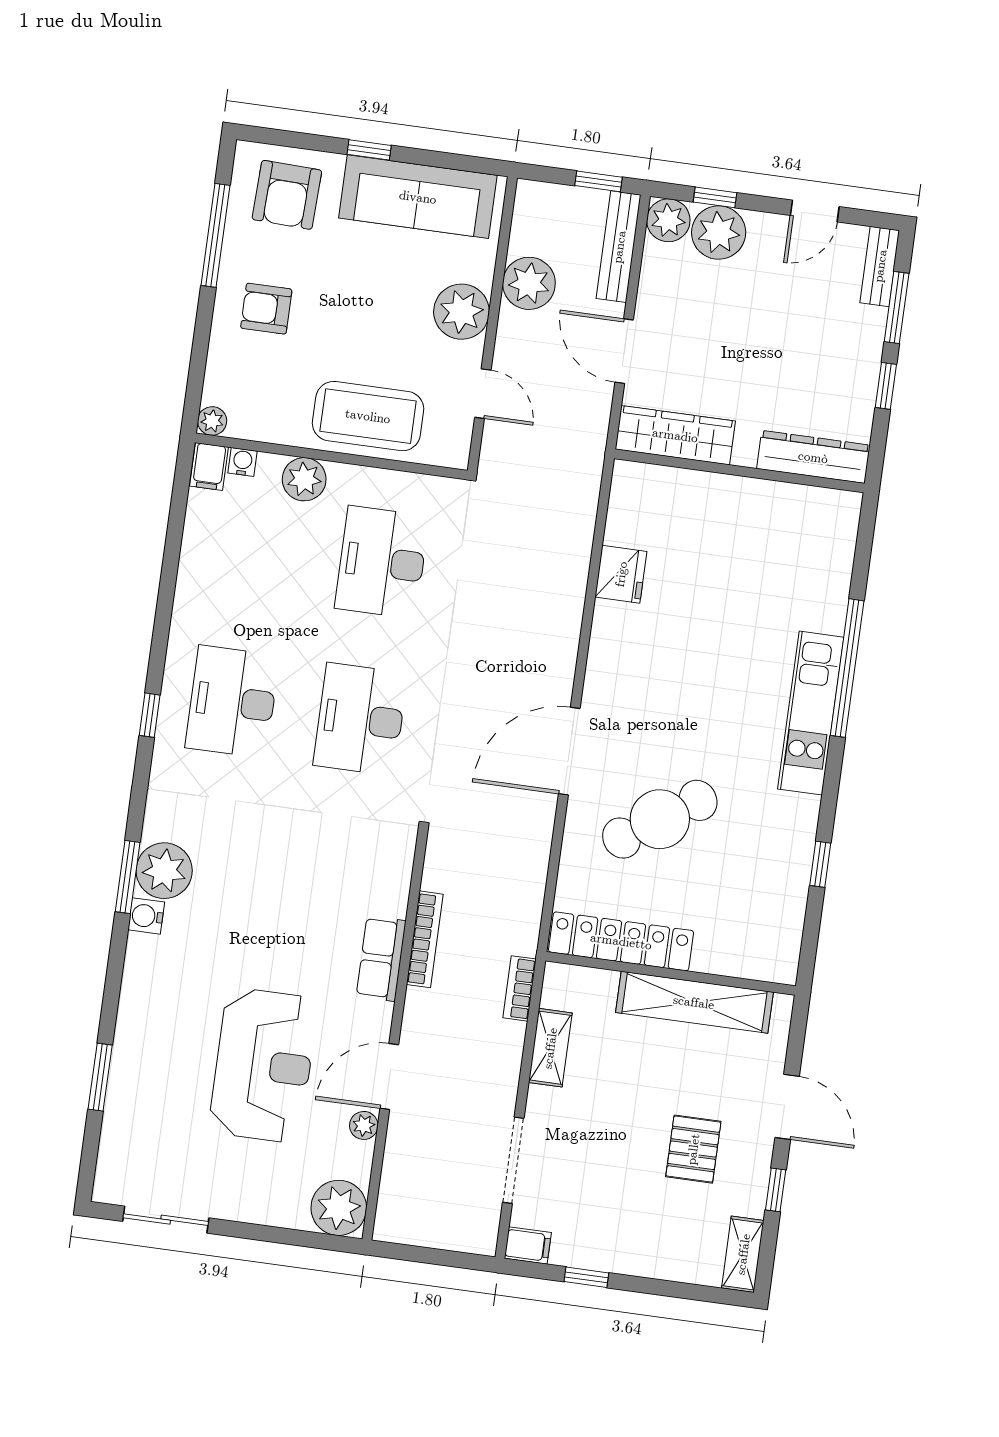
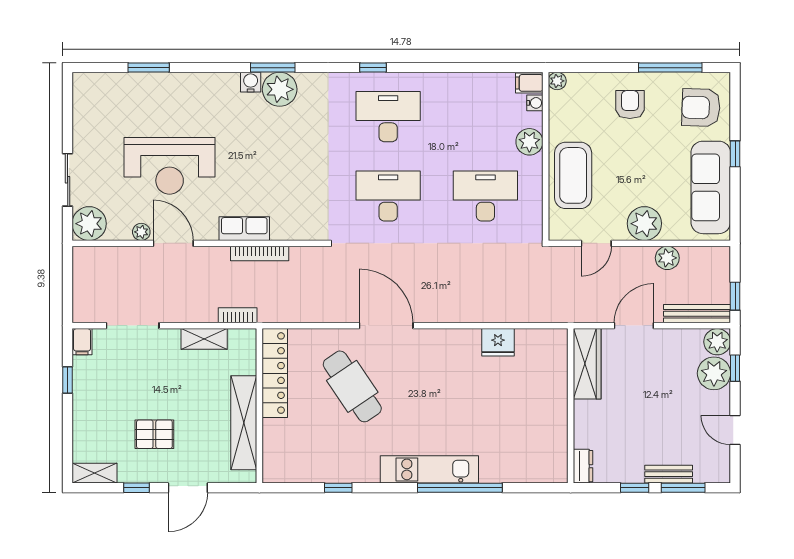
bench: (880, 266) -> (669, 474), moved
plant: (529, 283) -> (667, 258), width x0.73, depth x0.73
dresser: (813, 457) -> (583, 466), width x0.51, depth x0.80
sliding door: (166, 1220) -> (68, 180), moved

